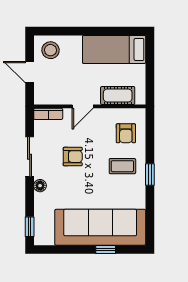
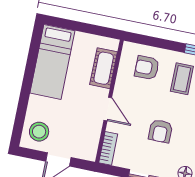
armchair: (126, 133) -> (147, 68), turned 180
armchair: (73, 157) -> (160, 131), turned 180

